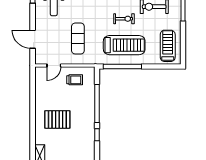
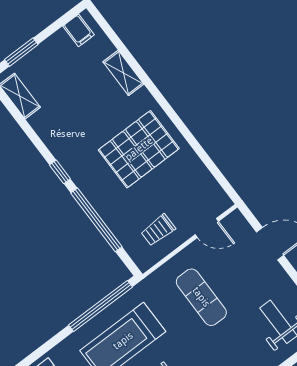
door: (54, 65) -> (207, 228), swing flipped
pallet: (57, 119) -> (139, 149), width x1.37, depth x1.41

